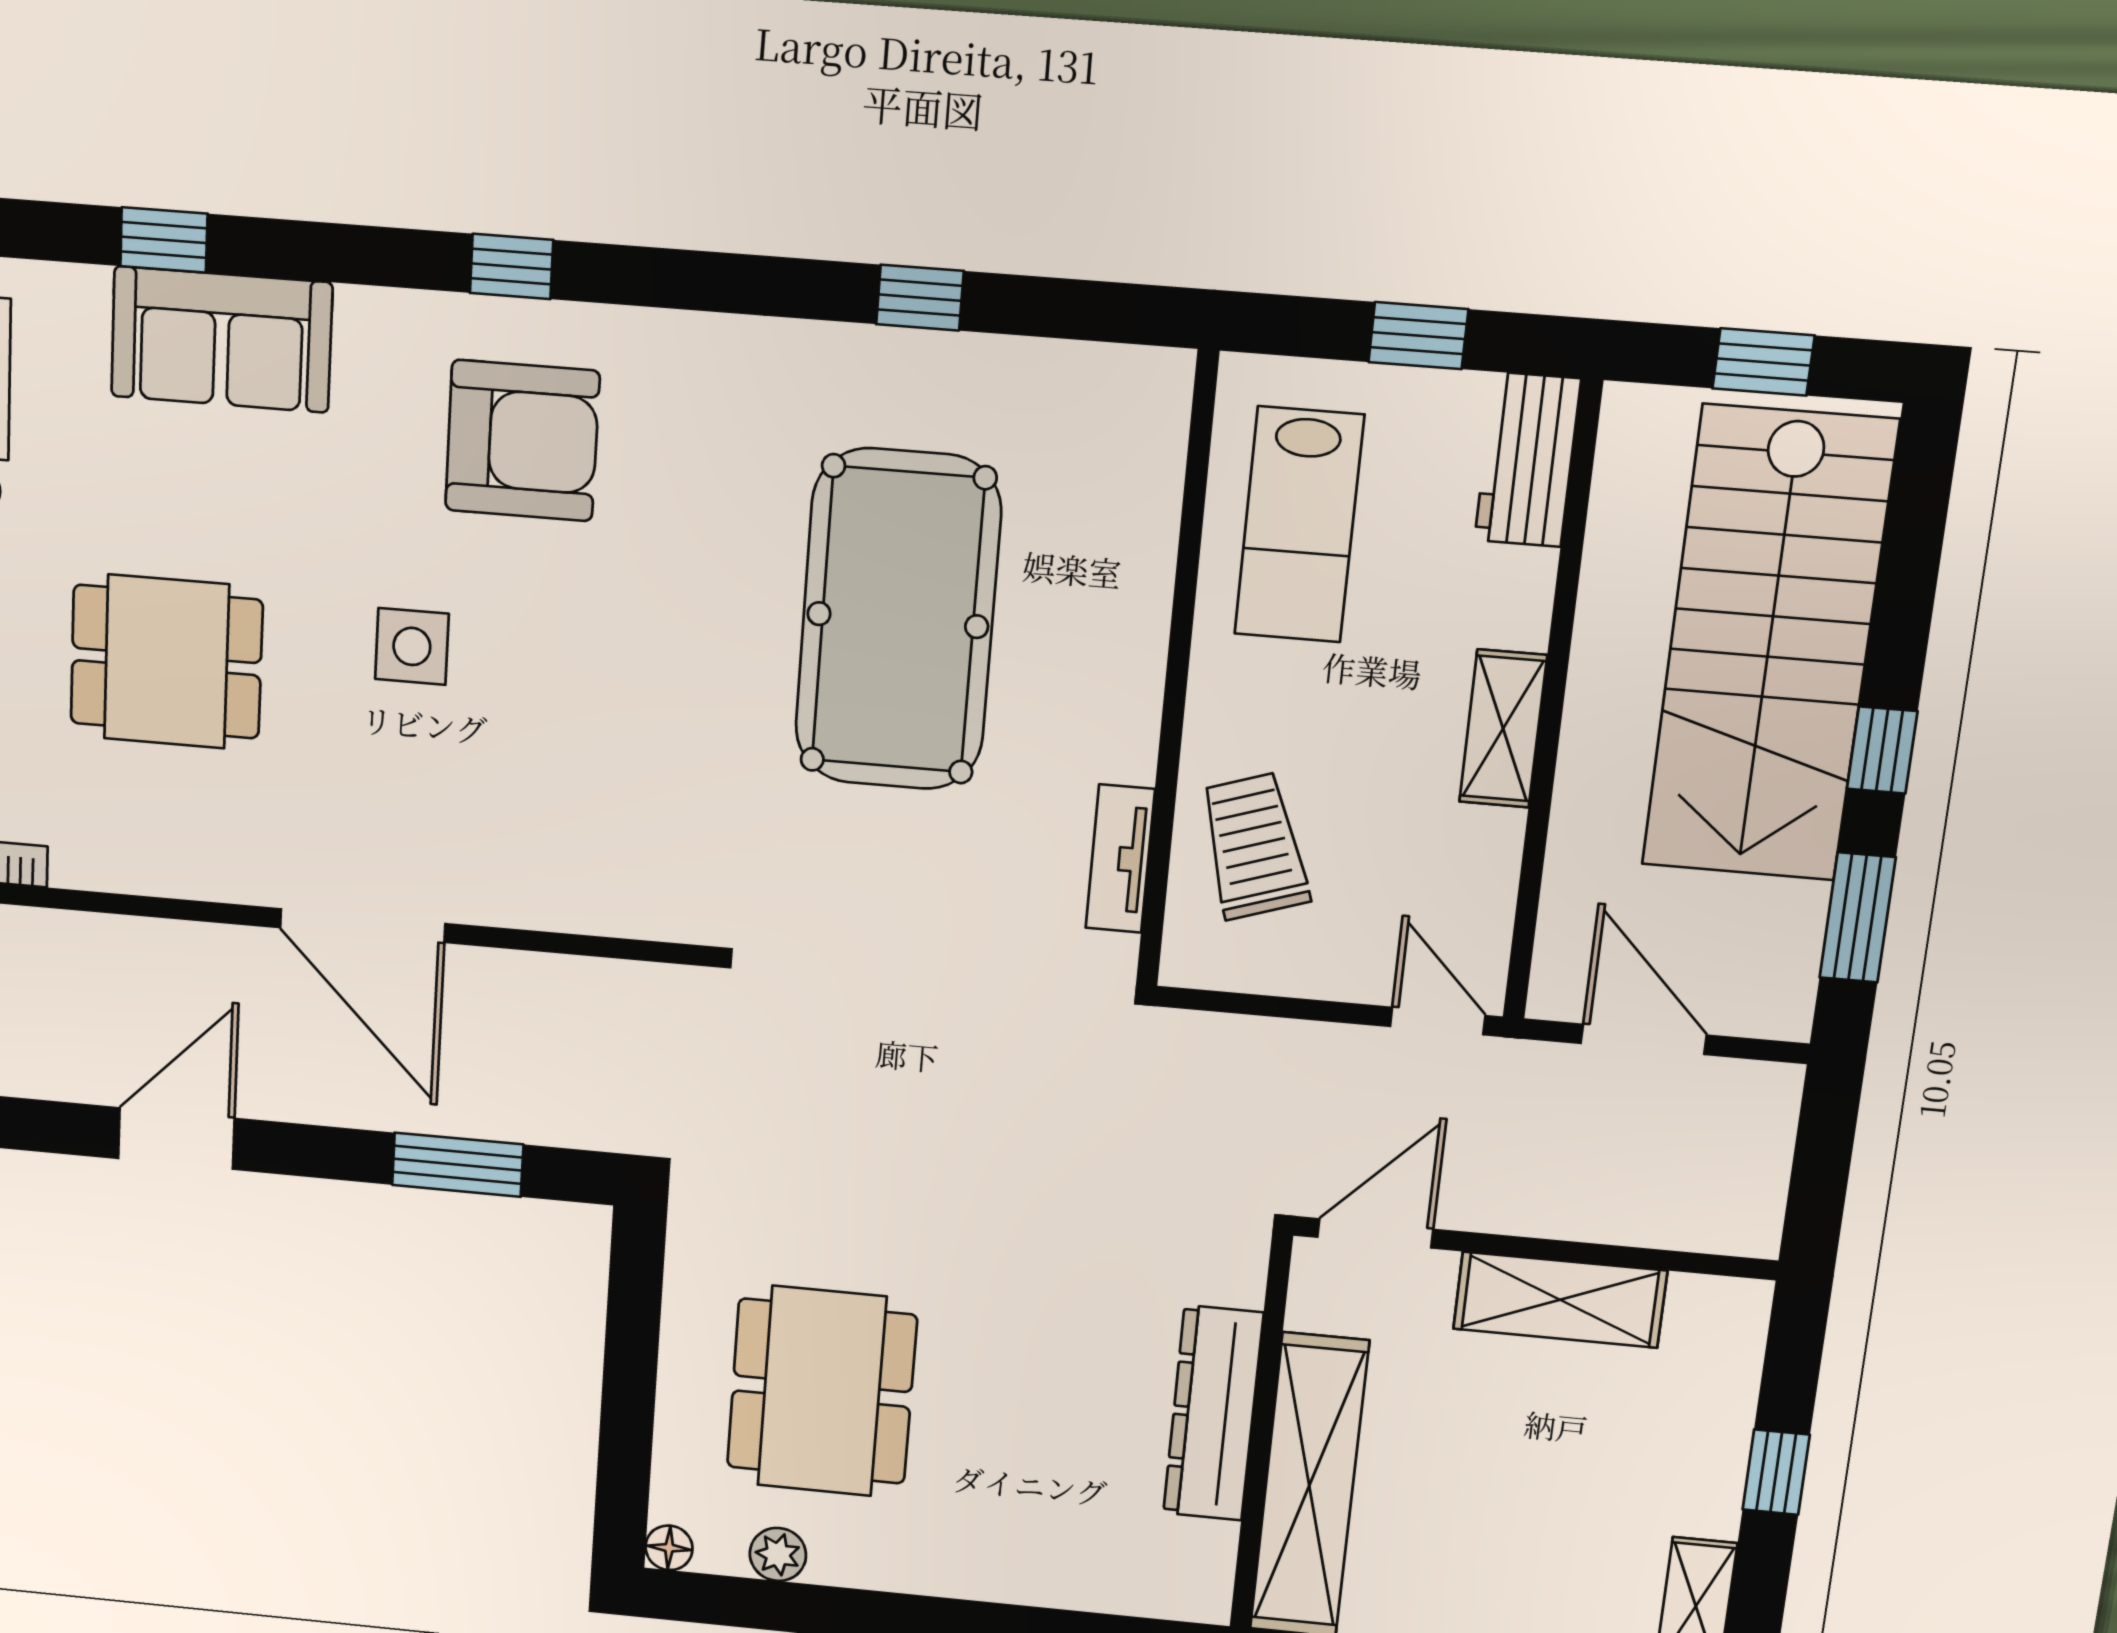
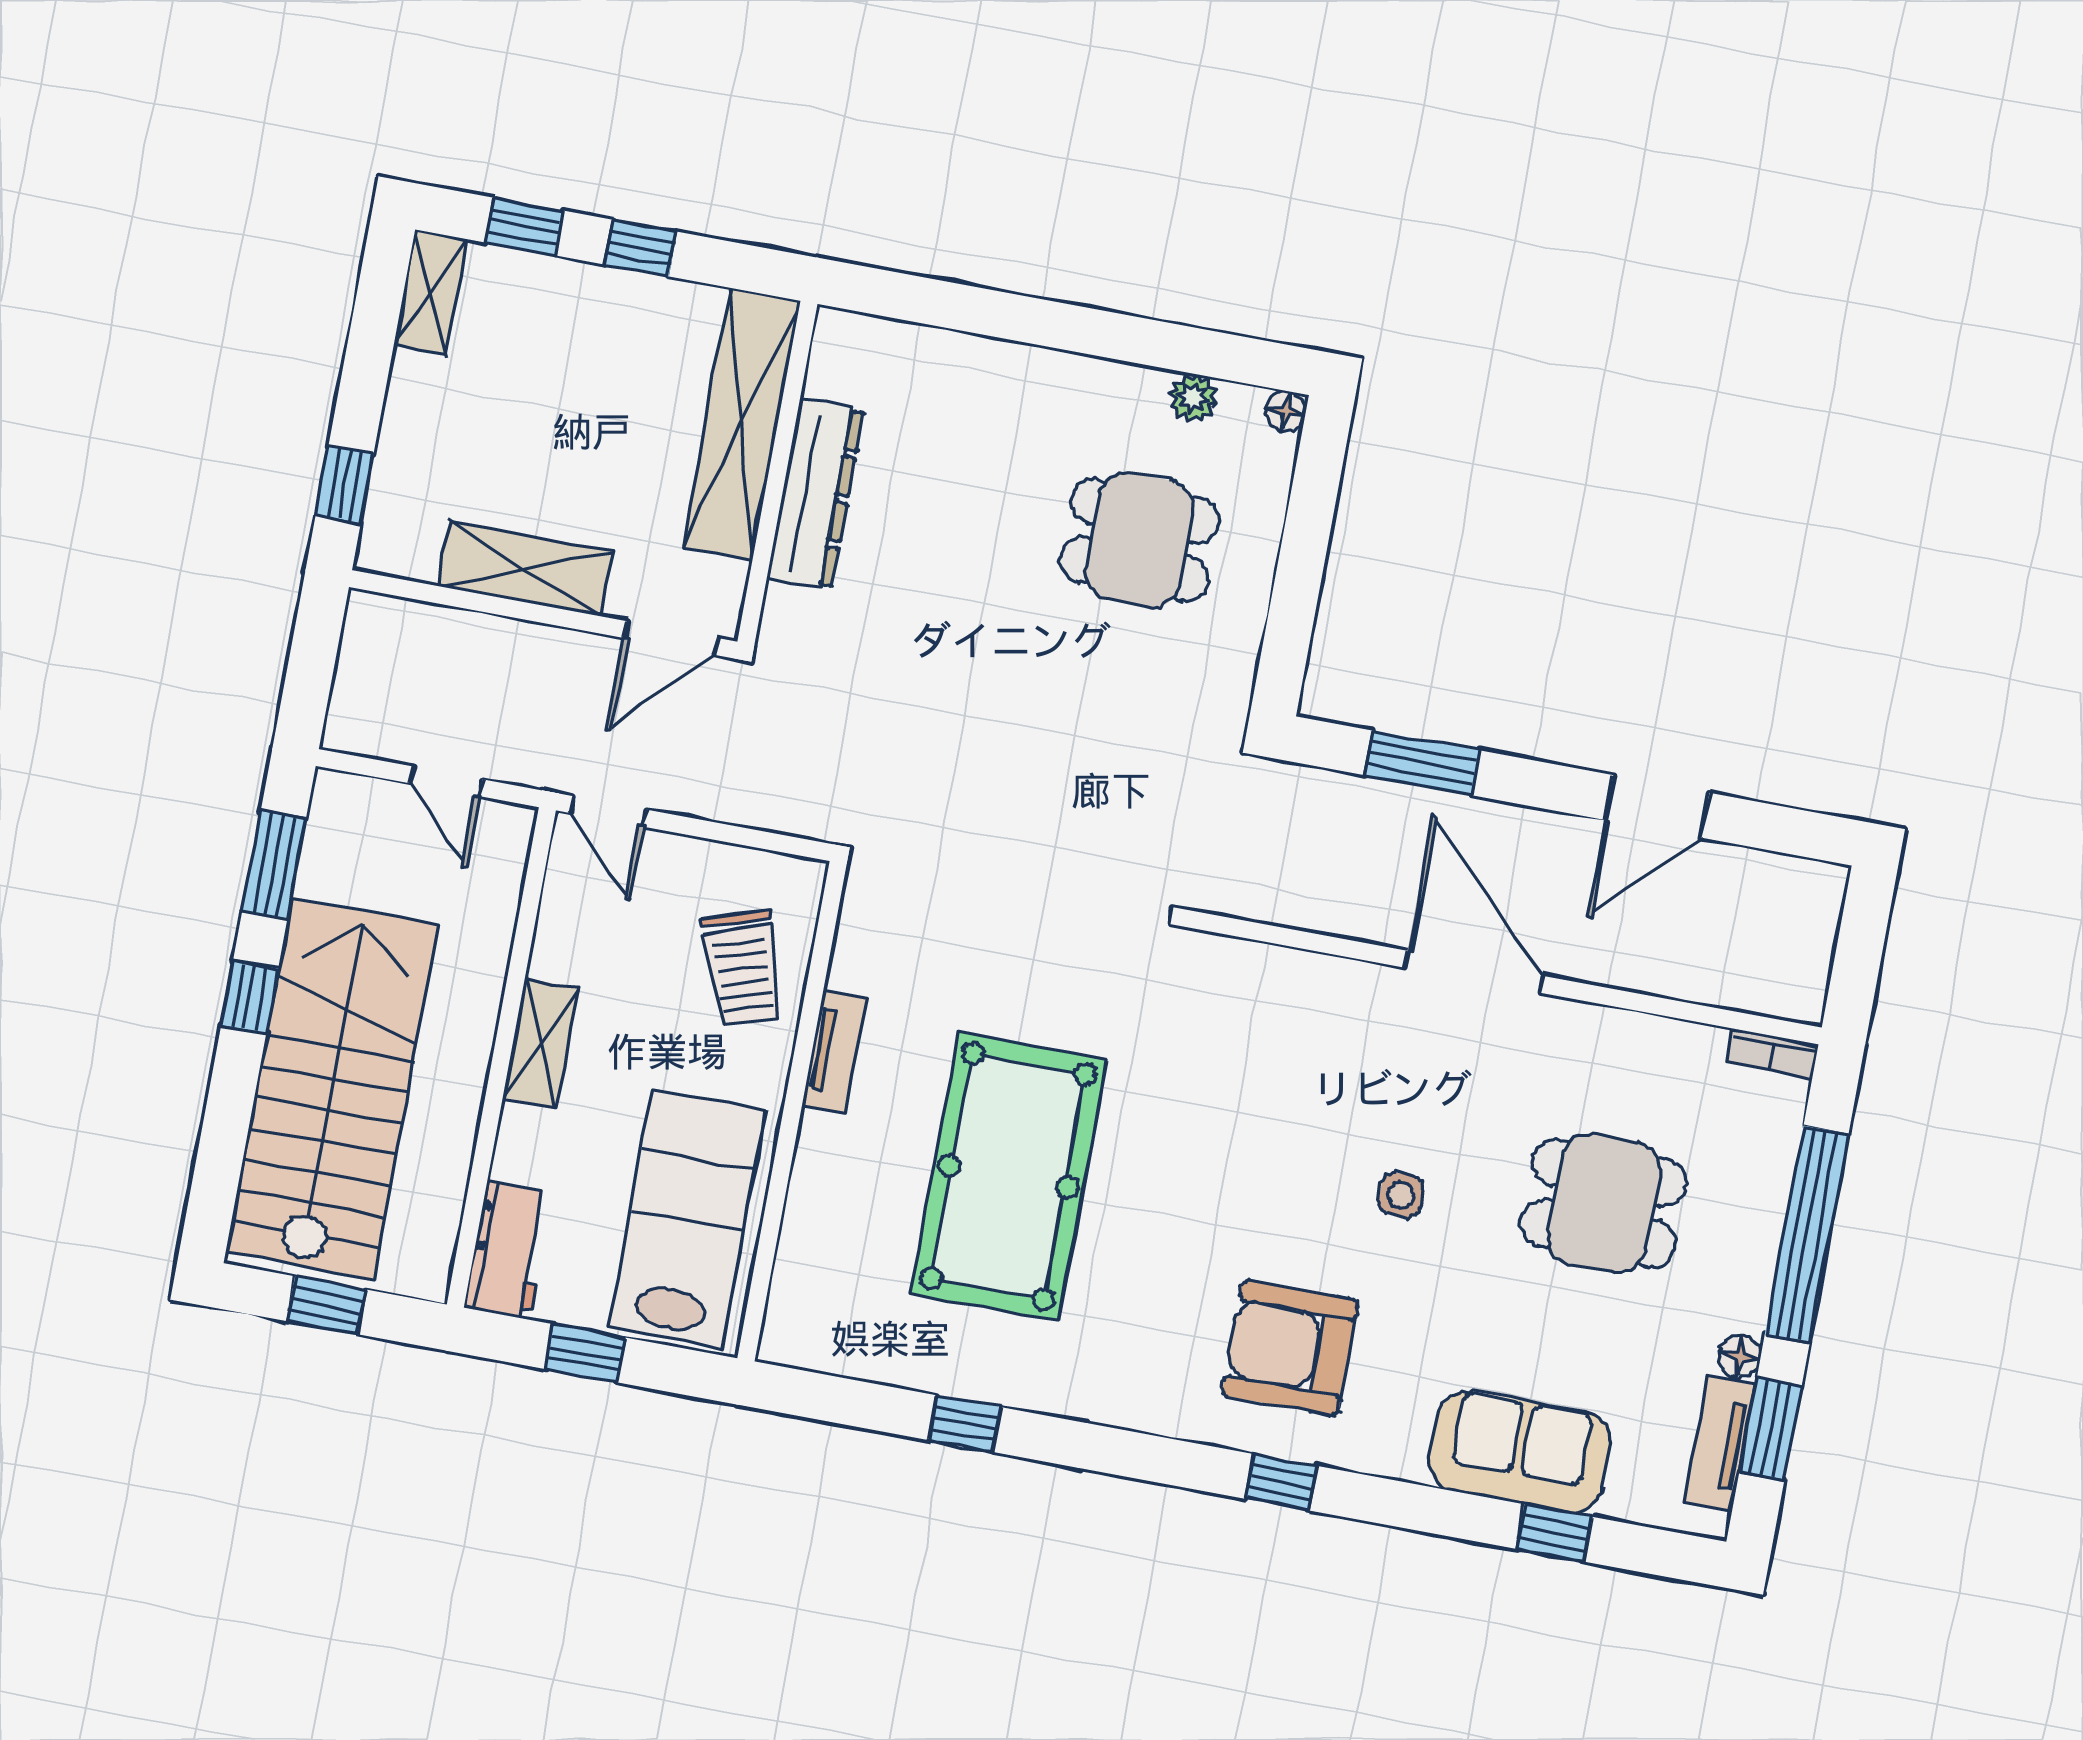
lab bench: (1299, 525) -> (687, 1218), width x1.36, depth x1.39
side table: (412, 646) -> (1401, 1195), width x0.73, depth x0.73
tv unit: (1120, 859) -> (835, 1052), moved
door: (1644, 1039) -> (446, 781), width x0.73
dining table: (822, 1391) -> (1140, 540), width x0.73
window: (1776, 1472) -> (345, 484), moved

